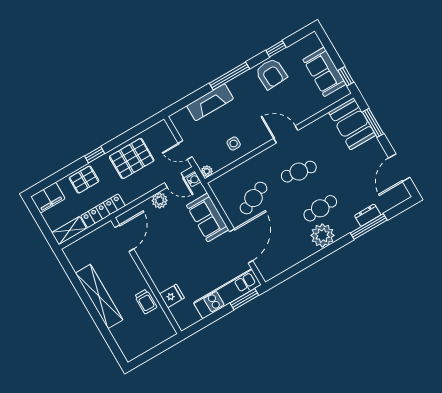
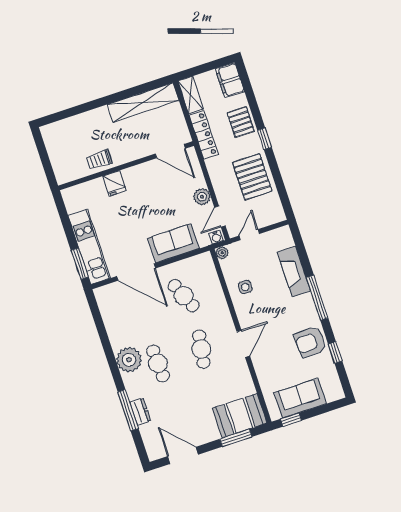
shelving: (99, 296) -> (143, 102), moved
fridge: (172, 296) -> (115, 183), moved

